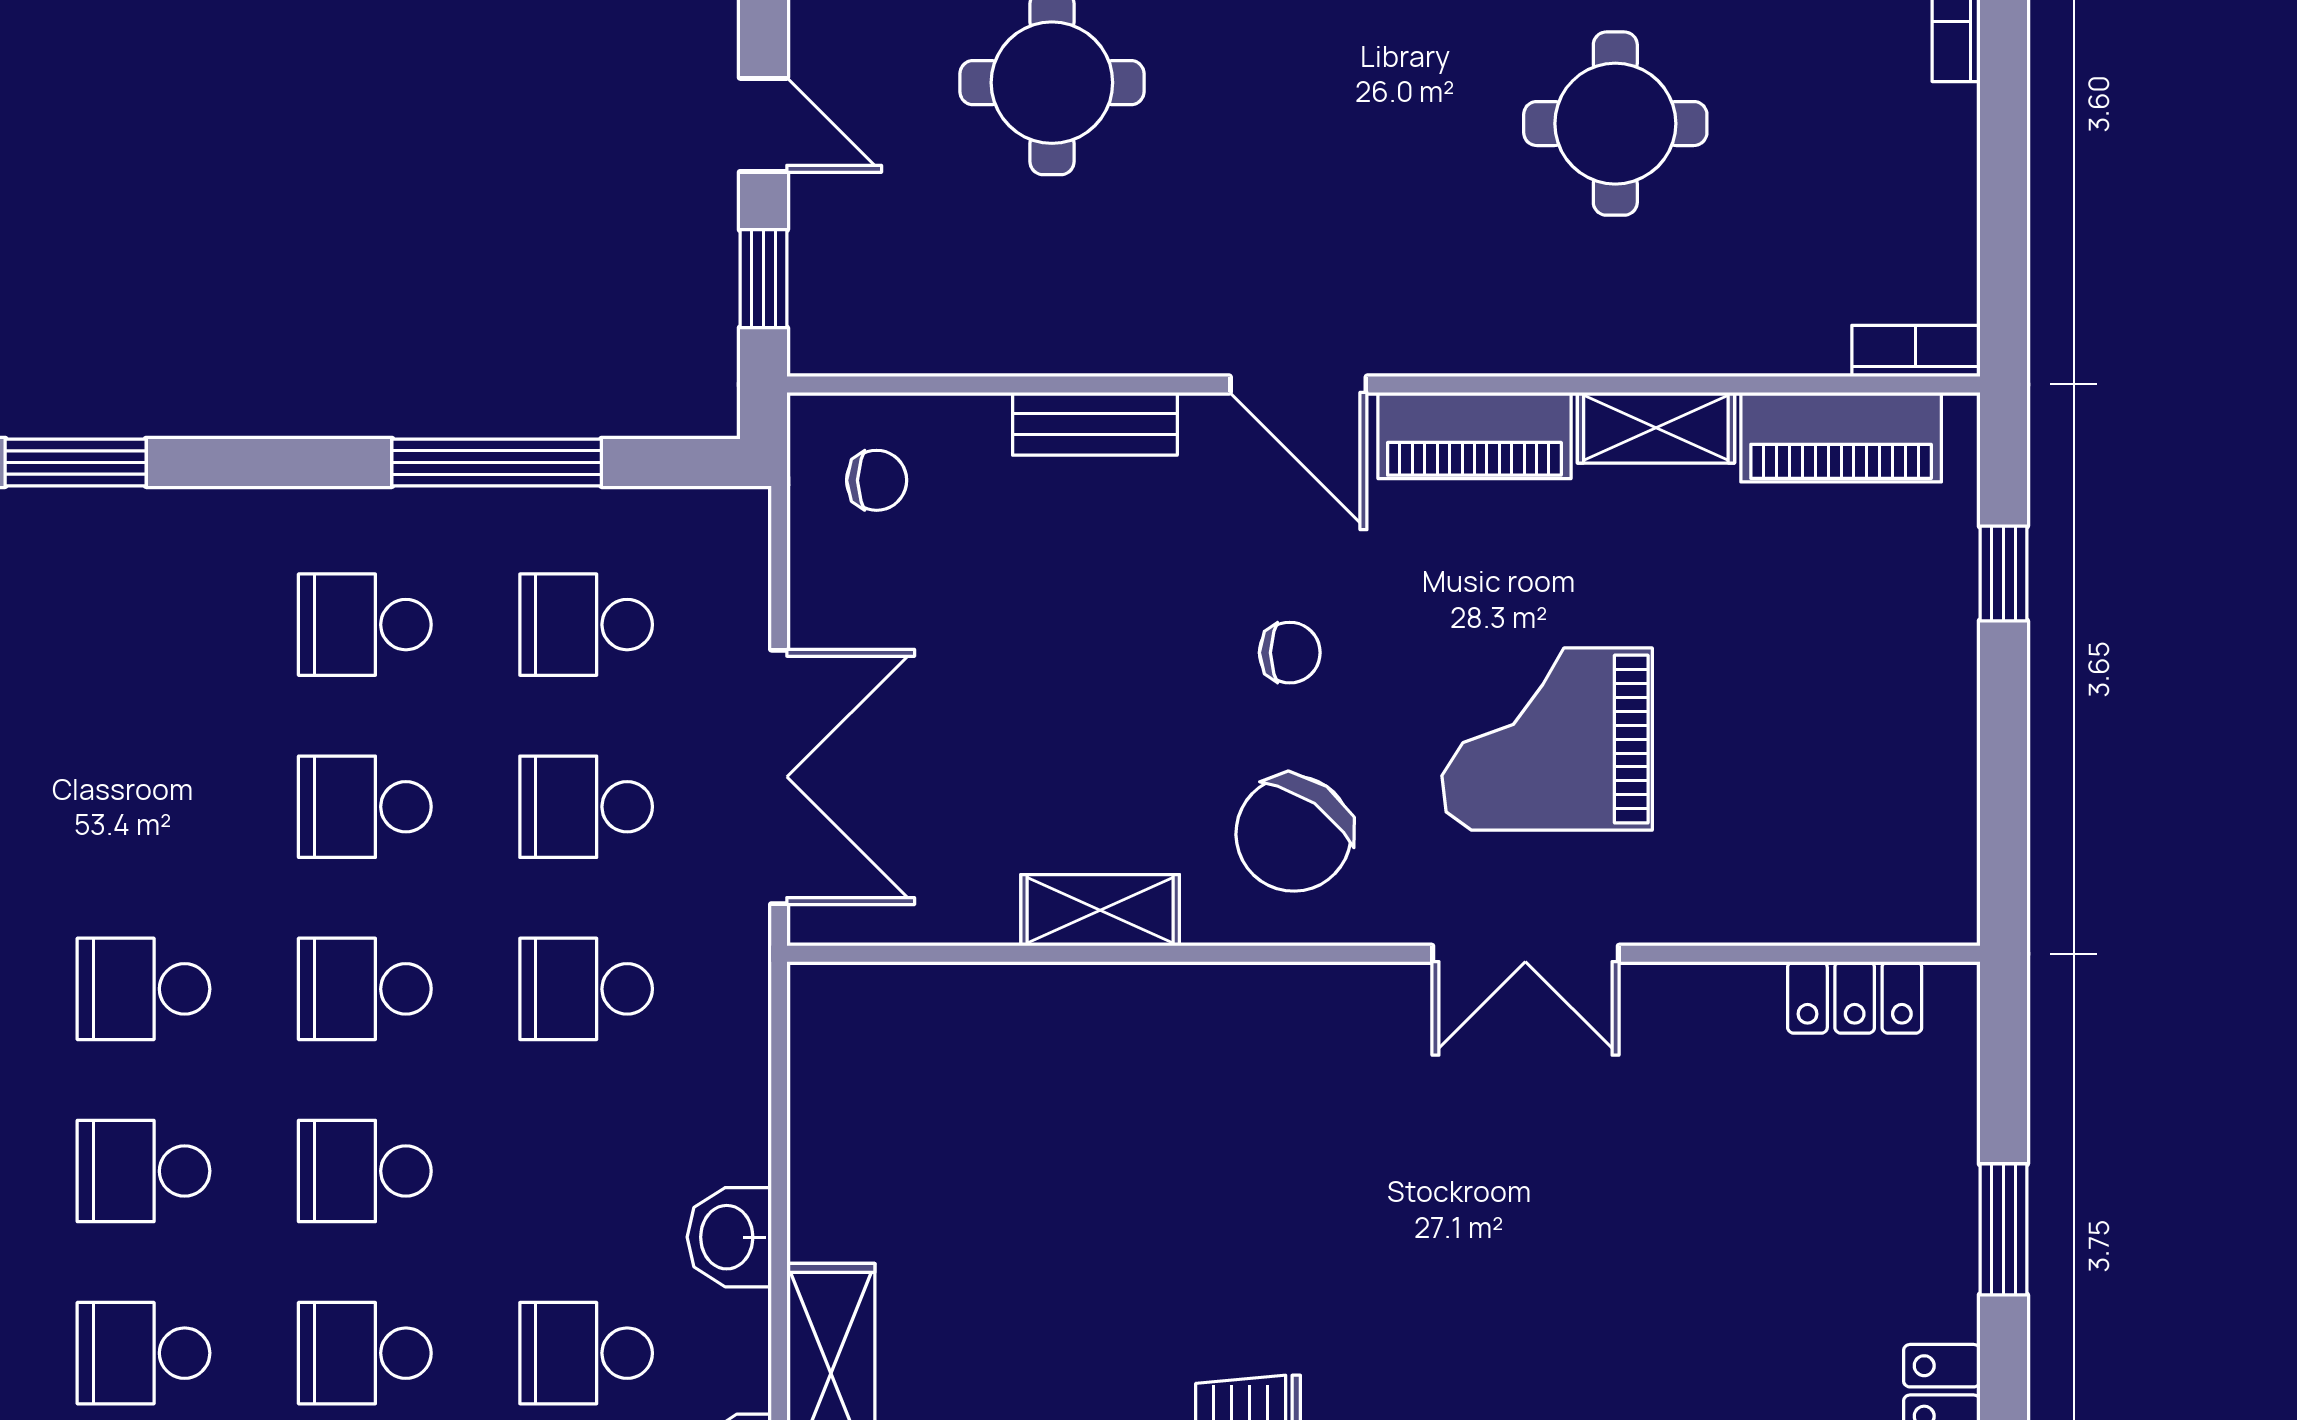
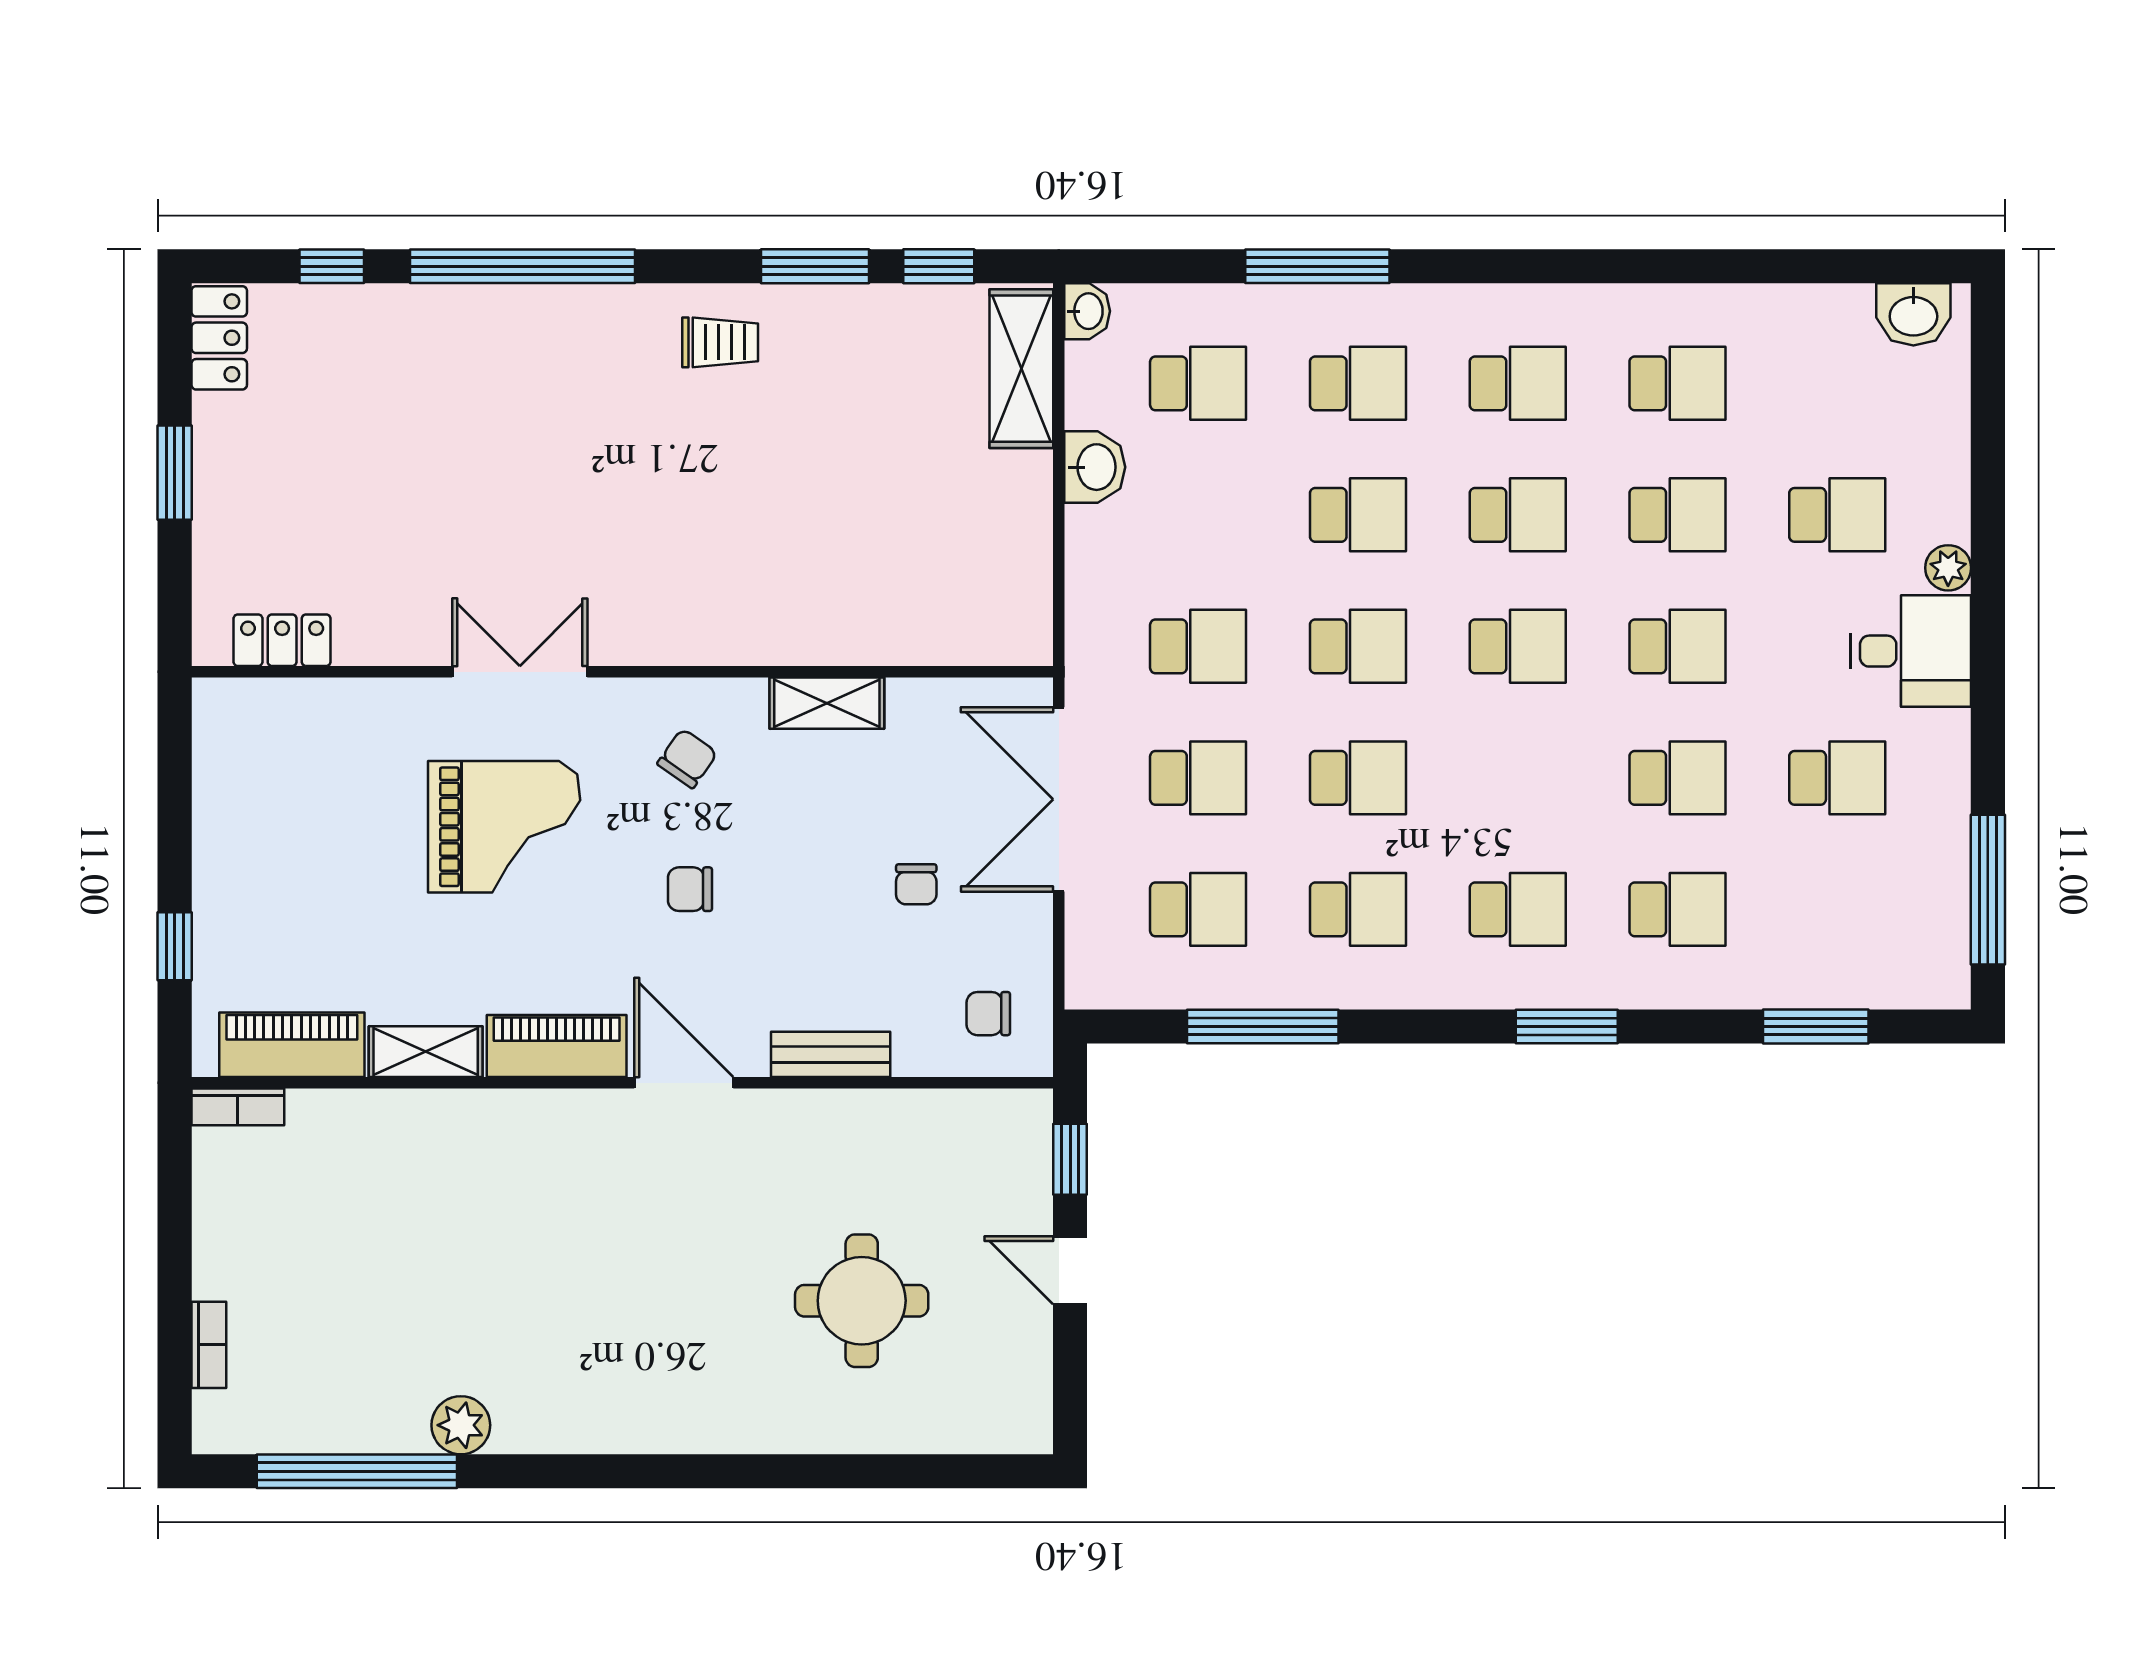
round table: (1615, 124) -> (455, 1271), removed
school desk: (143, 625) -> (1518, 909), added
chair: (976, 659) -> (916, 884), added
chair: (1294, 834) -> (687, 758), width x0.54, depth x0.54

